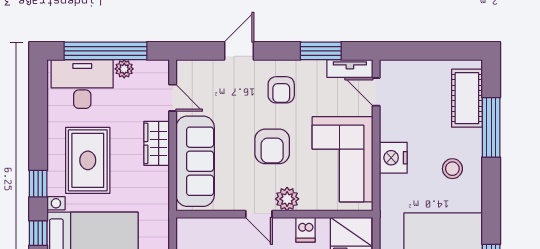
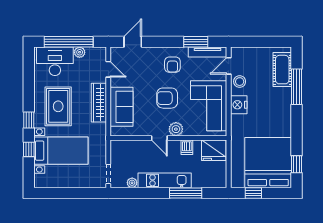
door: (239, 51) -> (133, 42), moved
tv unit: (350, 69) -> (207, 52), width x1.41
door: (376, 92) -> (229, 66), hinge flipped
wardrobe: (157, 143) -> (99, 103), width x1.50
armchair: (272, 146) -> (167, 98), turned 90
sofa: (195, 161) -> (122, 107), width x0.73
stool: (452, 169) -> (240, 82), moved

